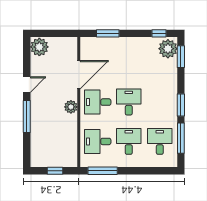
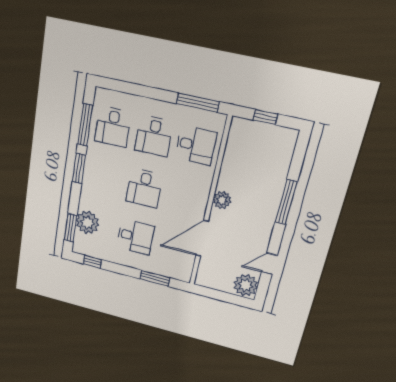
plant: (168, 49) -> (87, 223), moved
door: (27, 85) -> (269, 264), moved
desk: (98, 102) -> (135, 237), moved

